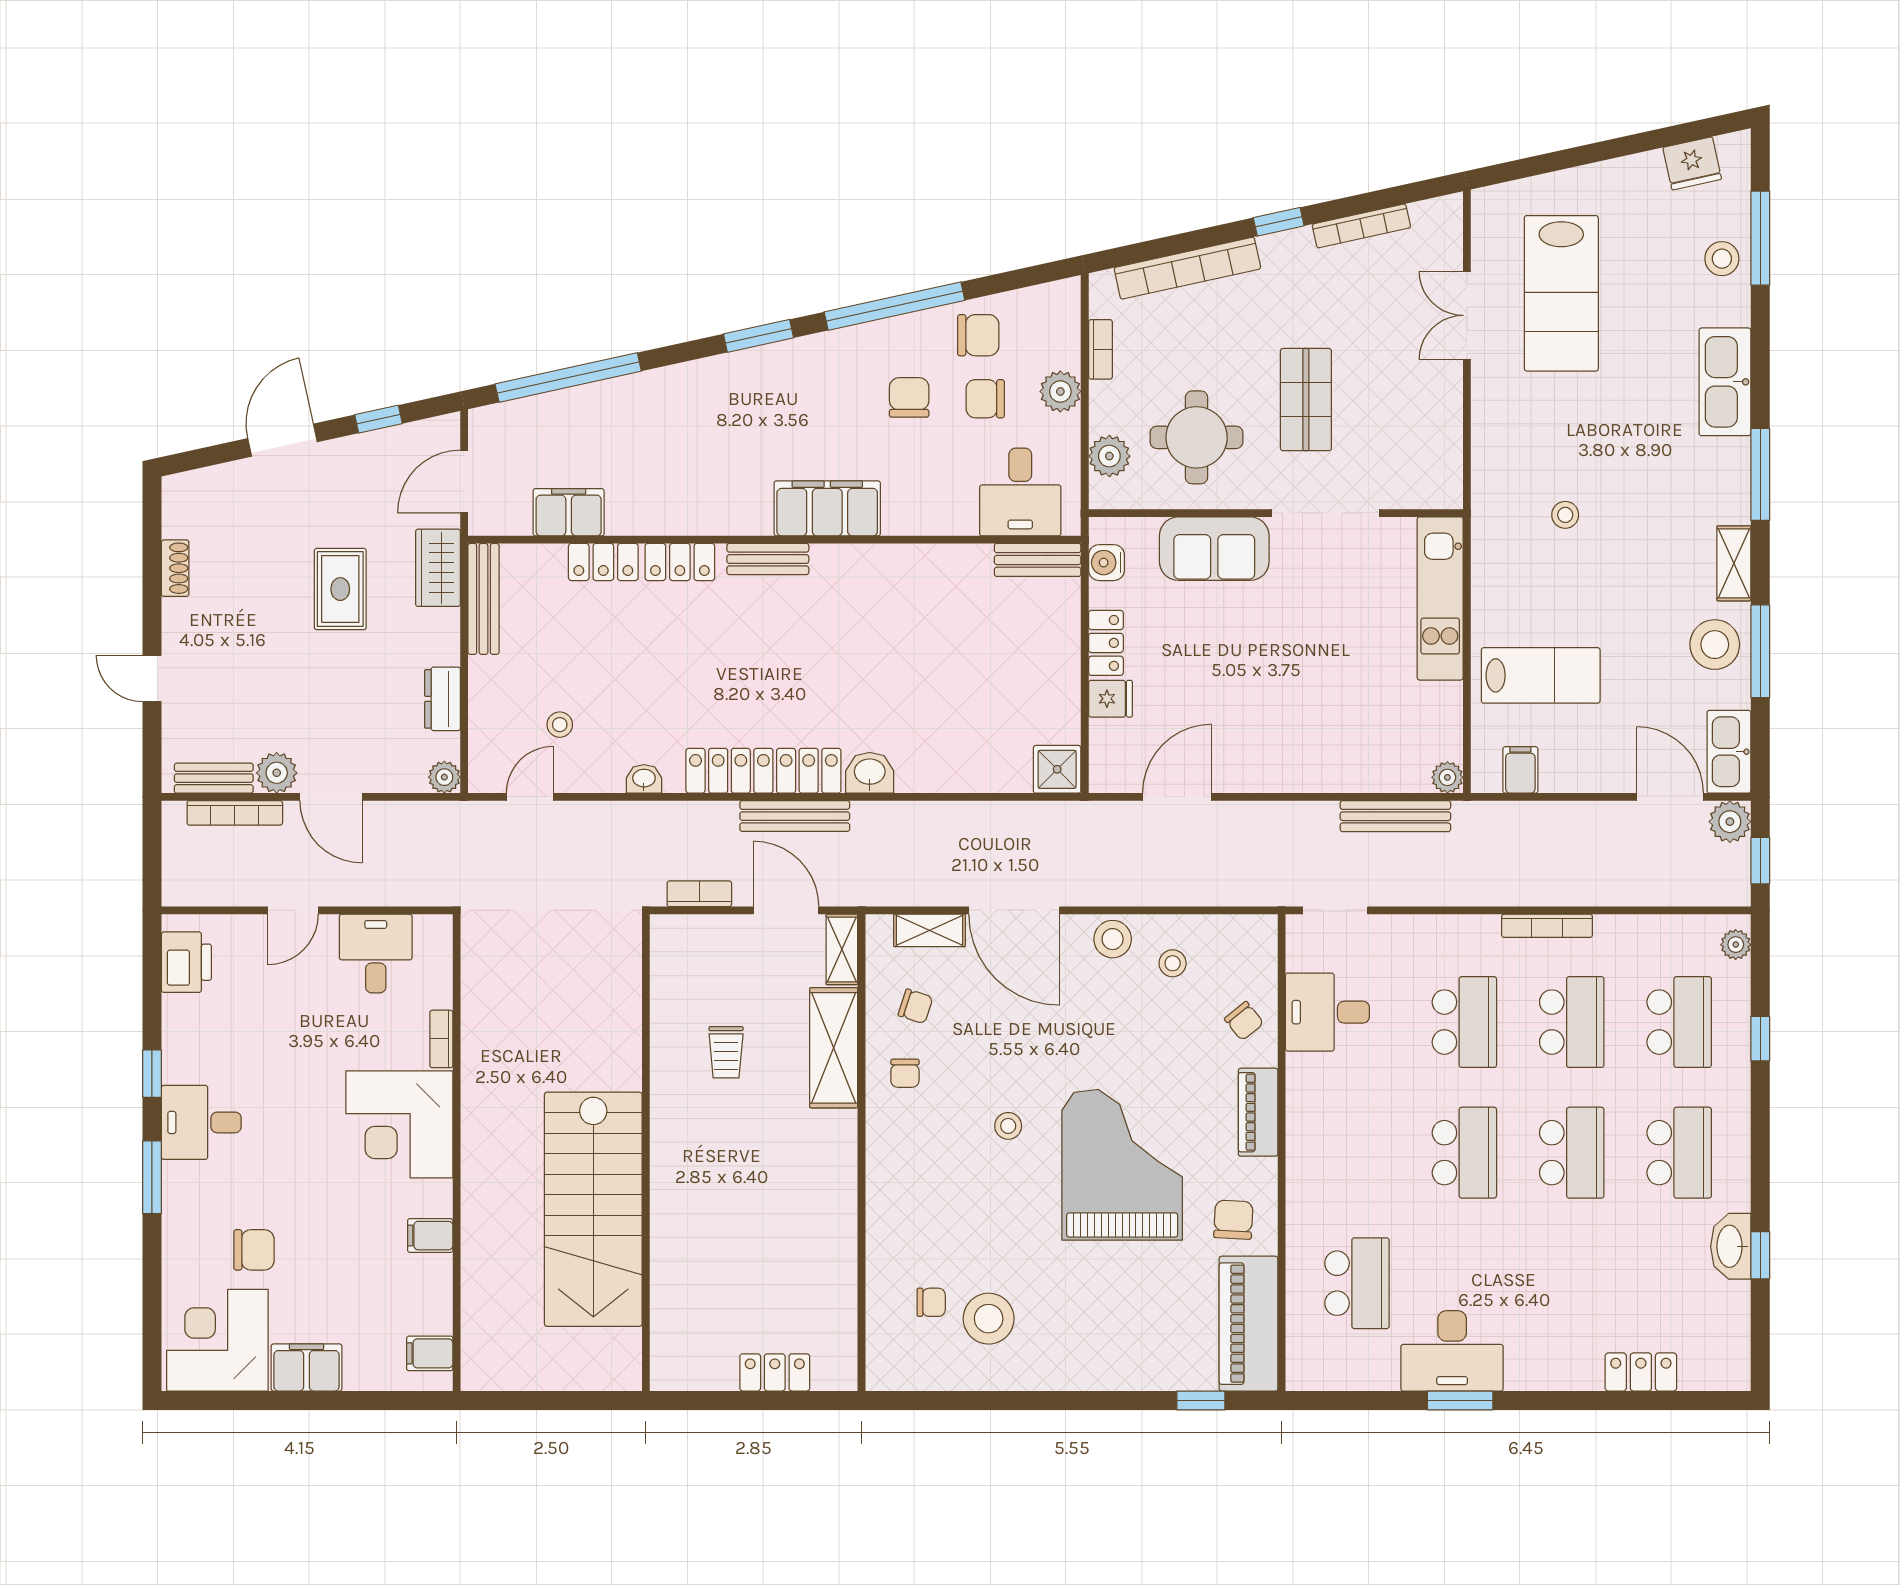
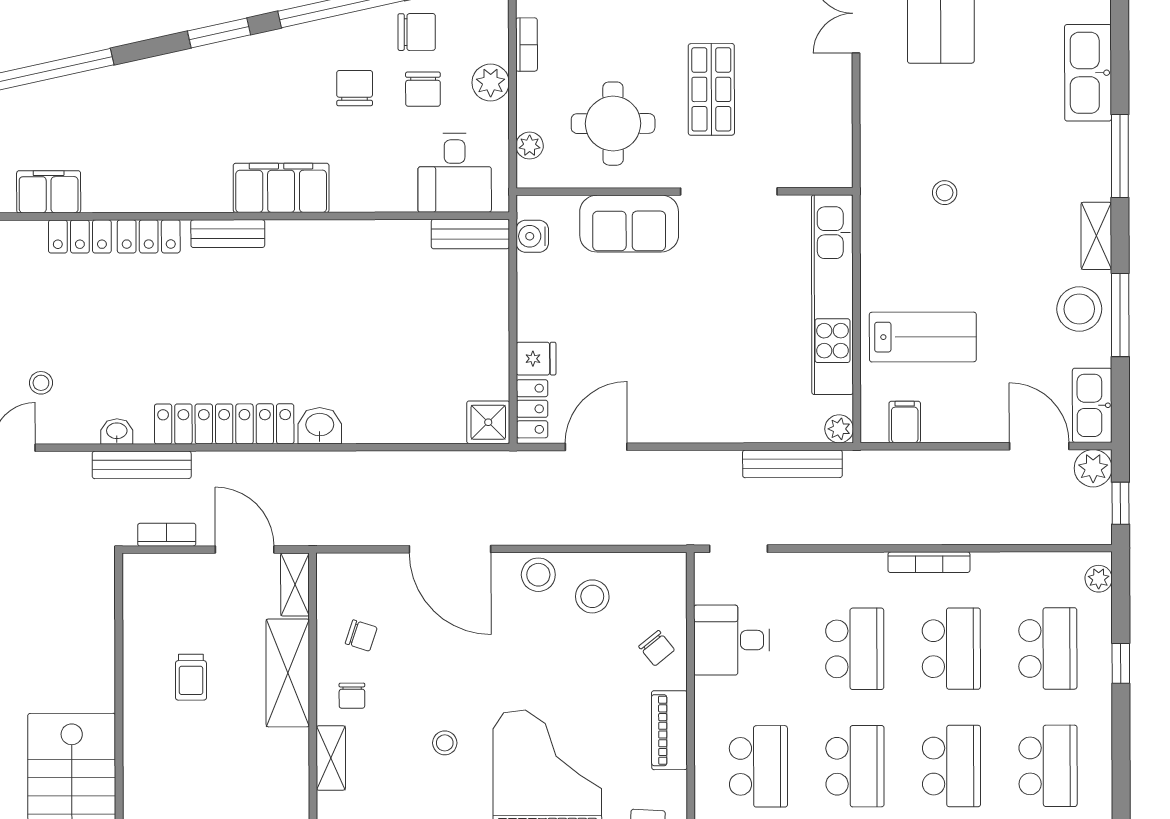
chair: (985, 399) -> (423, 89), turned -90
plant: (1109, 456) -> (530, 146), width x0.73, depth x0.73
kitchen unit: (1440, 598) -> (832, 295), width x1.36
locker: (1106, 643) -> (532, 409), moved
bench: (795, 816) -> (142, 465), moved
shelving: (929, 930) -> (331, 758), moved, turned 90
stool: (1173, 963) -> (592, 596), width x1.37, depth x1.37
school desk: (1357, 1153) -> (758, 766), added

